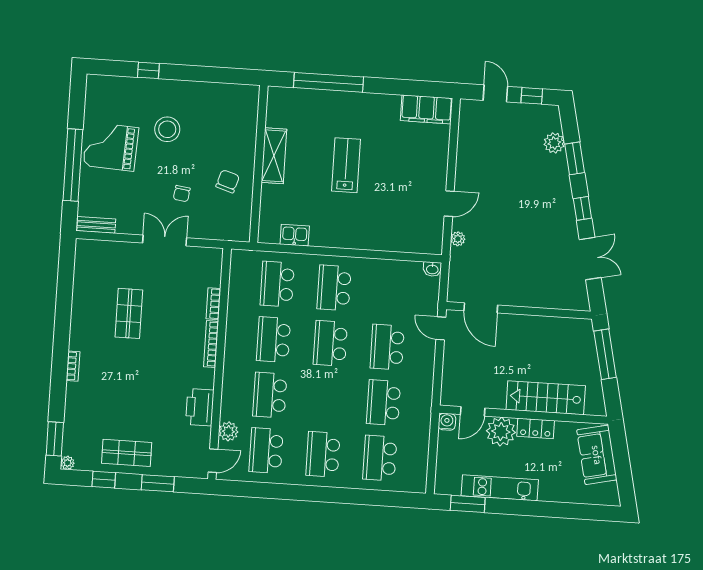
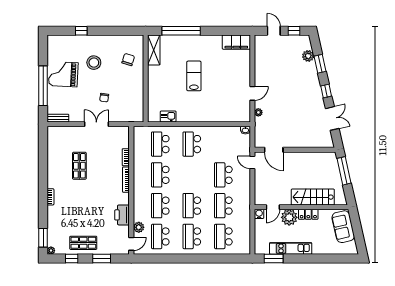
shelving: (274, 156) -> (154, 50), moved
chair: (228, 181) -> (128, 60), moved
school desk: (330, 343) -> (192, 206), moved

